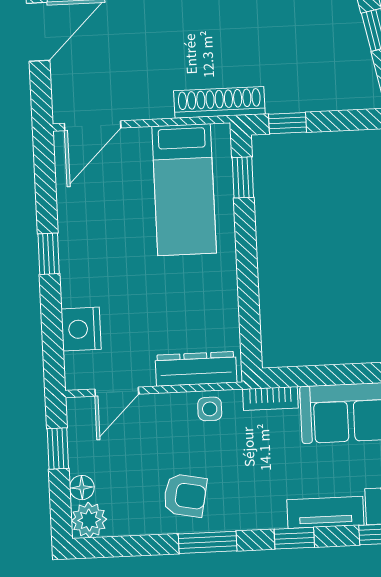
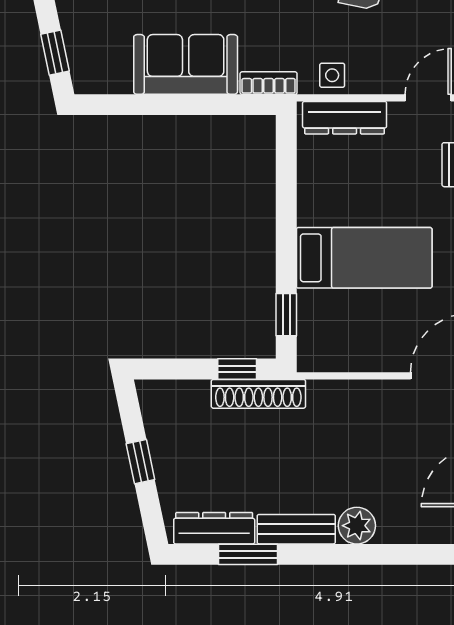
shoe rack: (219, 102) -> (258, 394), moved
bed: (184, 190) -> (364, 258), moved, turned 90

